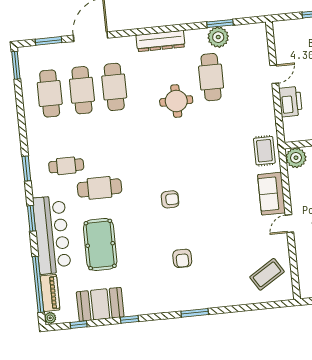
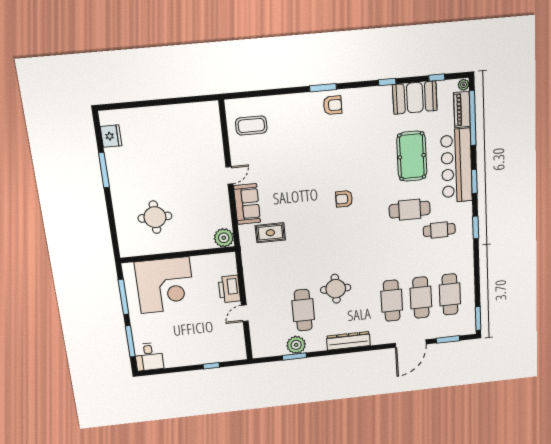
rug: (264, 151) -> (270, 233), moved, turned 90
armchair: (182, 258) -> (333, 105), moved, turned 90
coffee table: (267, 274) -> (251, 125), turned 32

